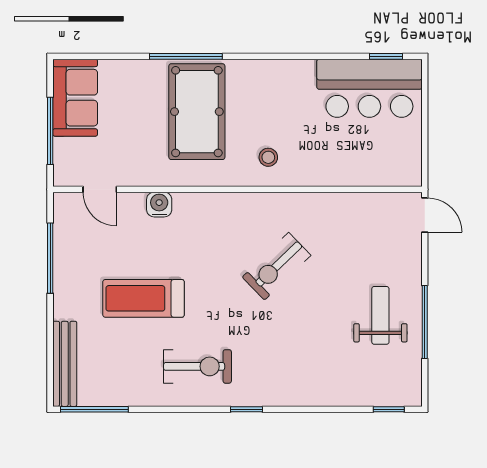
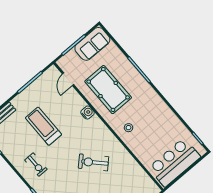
bar counter: (369, 88) -> (174, 162), moved, turned 90
pool table: (197, 112) -> (108, 90), moved, turned 90
water cooler: (159, 205) -> (88, 113), moved
exercise bike: (197, 366) -> (36, 165), width x0.73, depth x0.72

